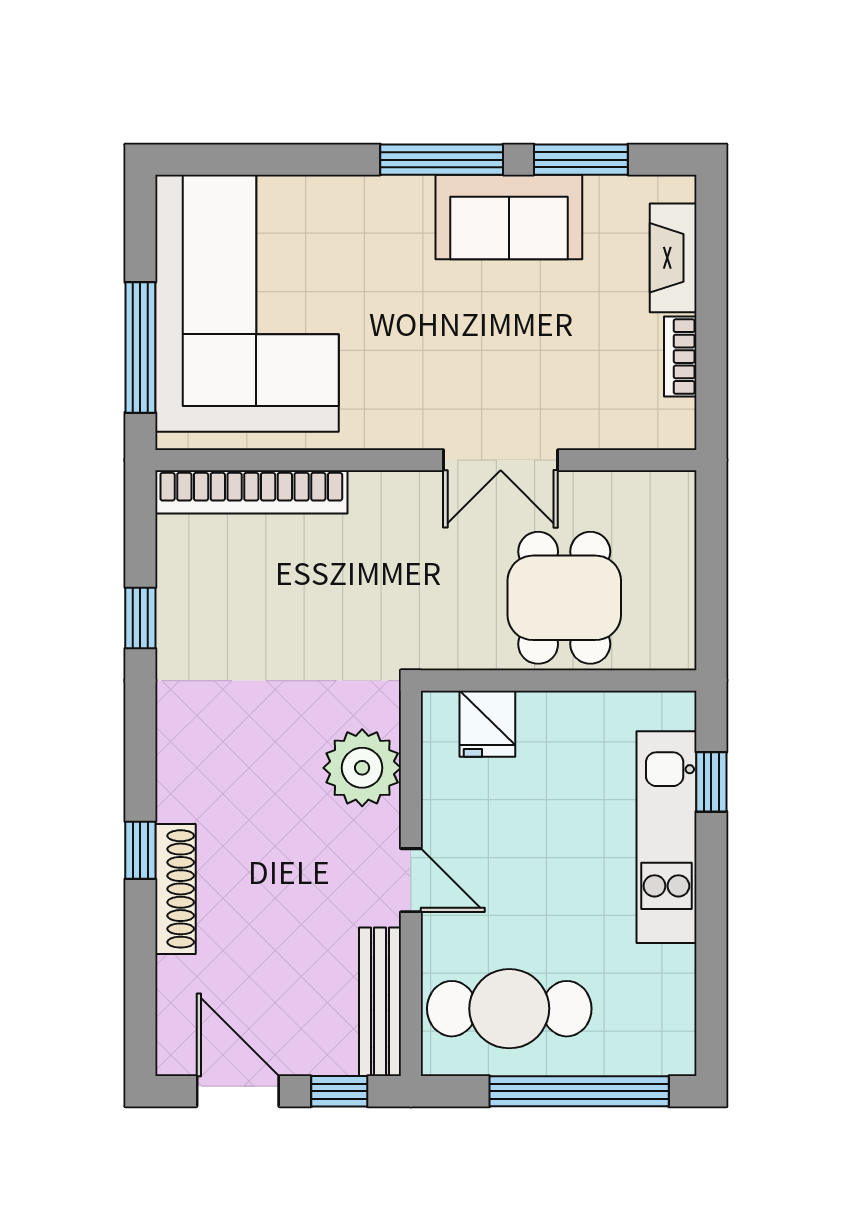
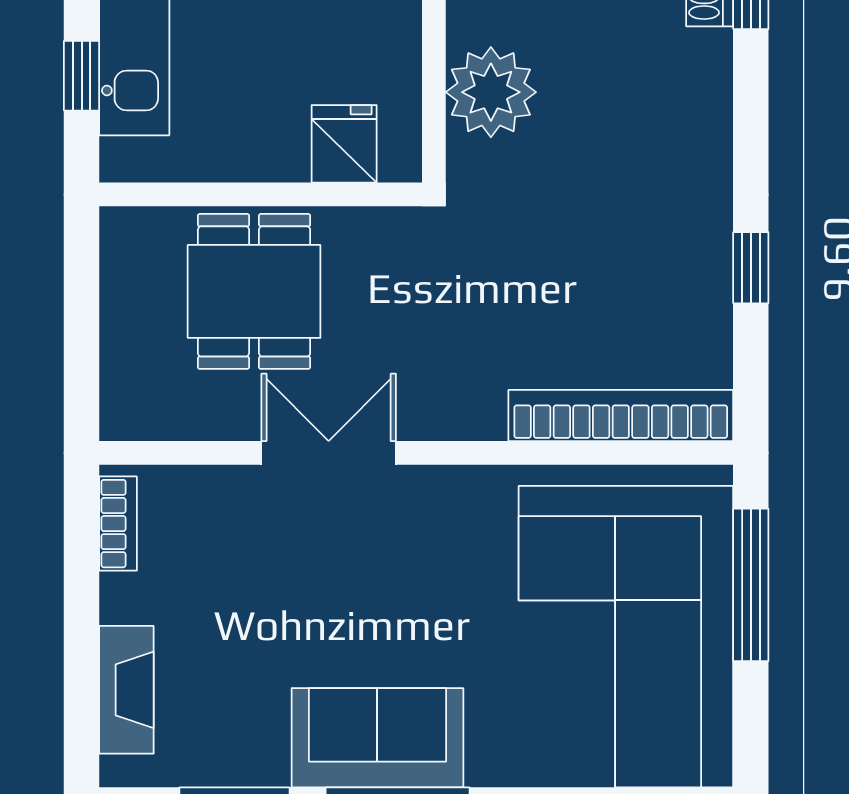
sofa: (509, 217) -> (377, 738), moved
bookcase: (680, 357) -> (118, 524), moved

